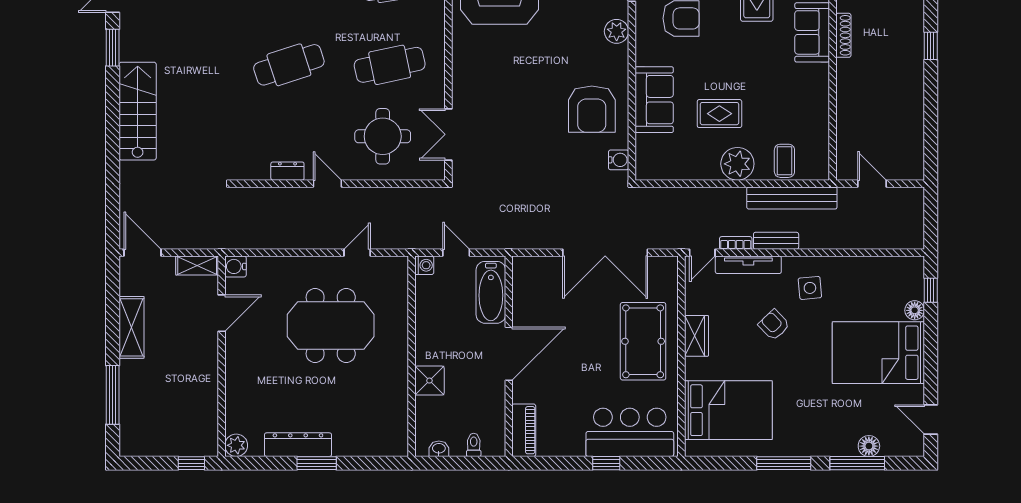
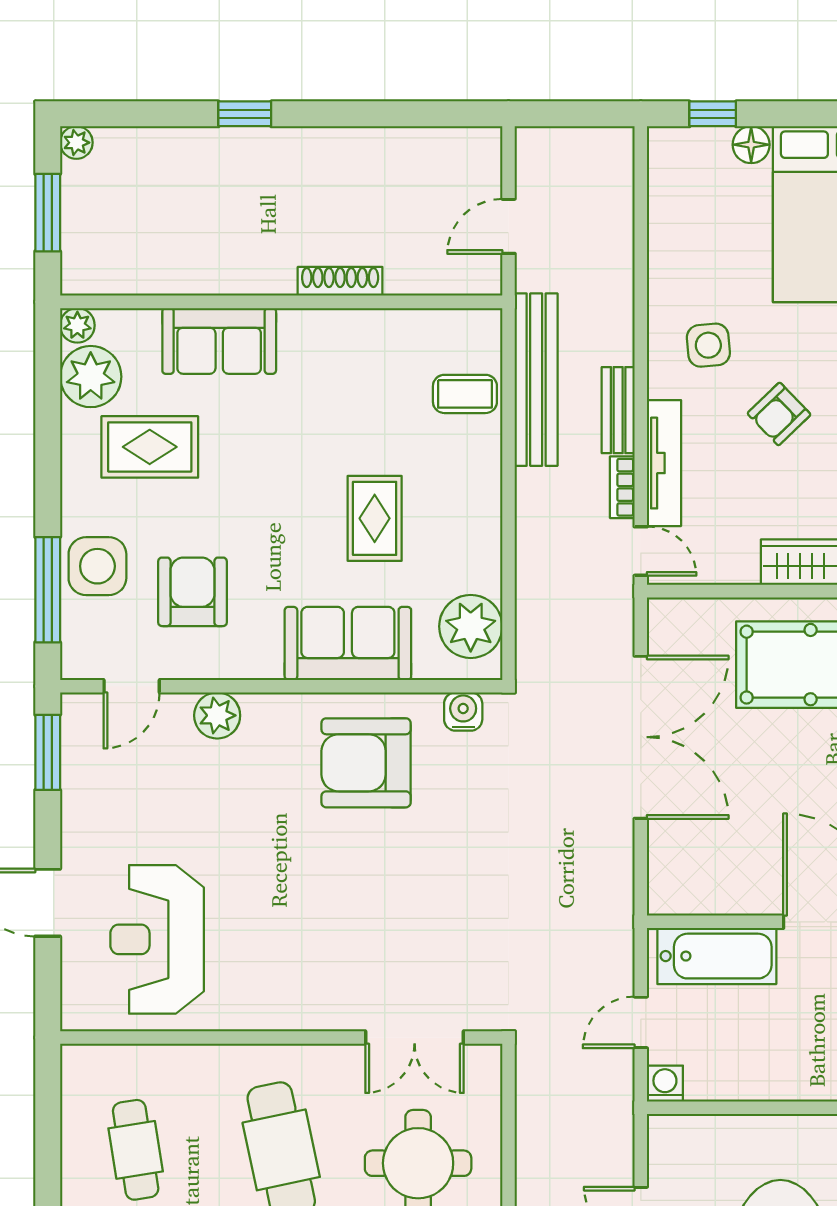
shoe rack: (843, 35) -> (340, 281), moved
armchair: (592, 109) -> (366, 763), turned 180
plant: (737, 164) -> (471, 626), moved

